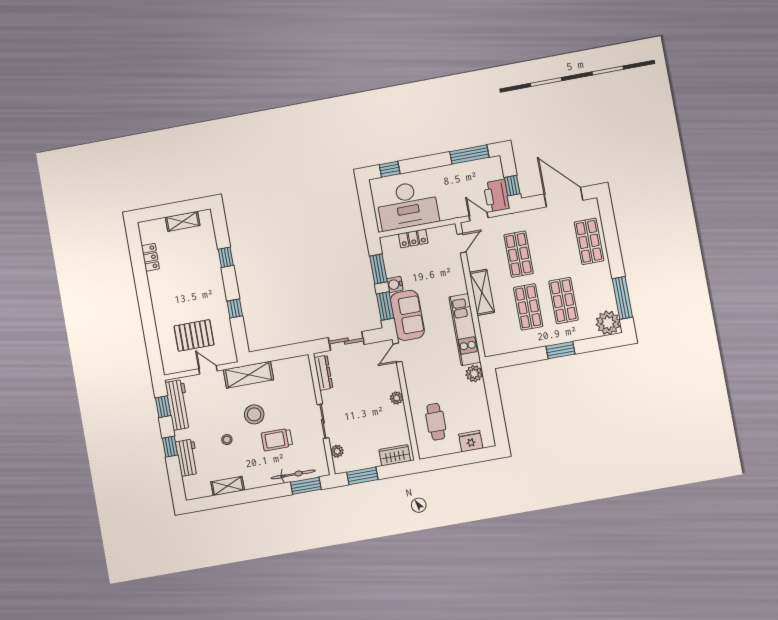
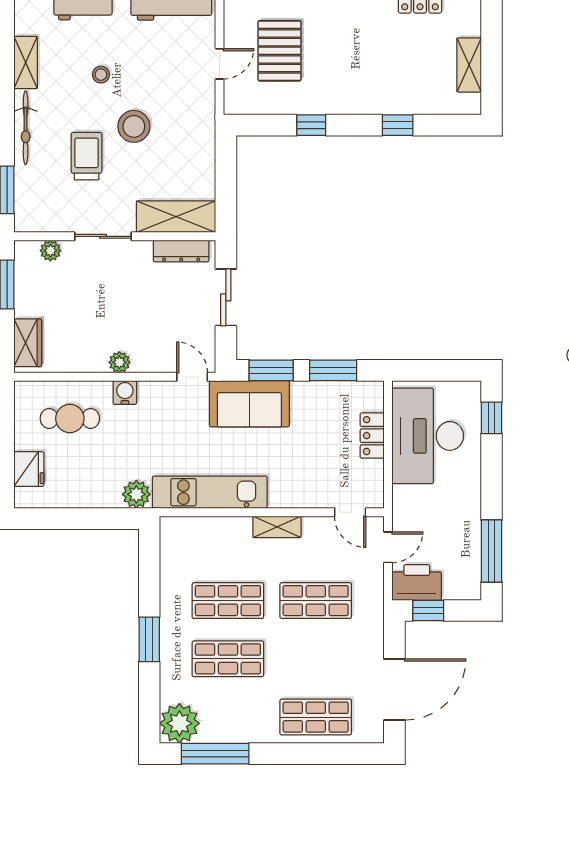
water cooler: (395, 284) -> (125, 392), moved
shelving: (482, 292) -> (277, 527), width x0.67, depth x0.75
shelving: (248, 375) -> (176, 217), moved, turned 90
bicycle: (293, 474) -> (26, 128), moved

